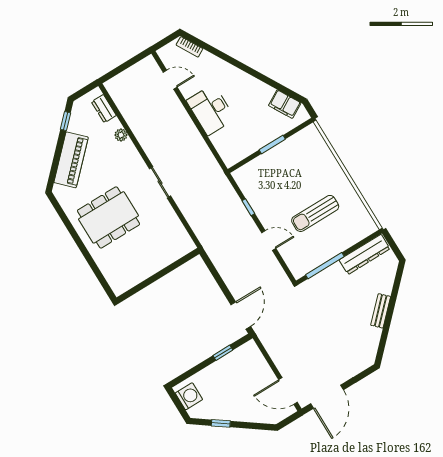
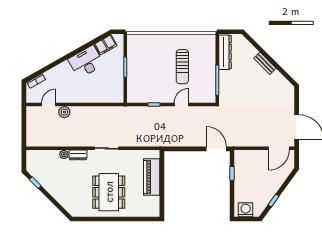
plant: (173, 104) -> (64, 112), added
dresser: (104, 109) -> (78, 155), moved
desk: (211, 110) -> (86, 62), moved, turned 150
piano: (71, 160) -> (152, 177), moved, turned -135

